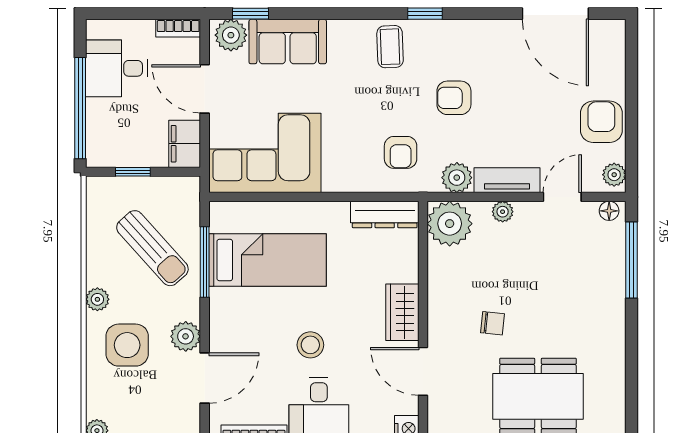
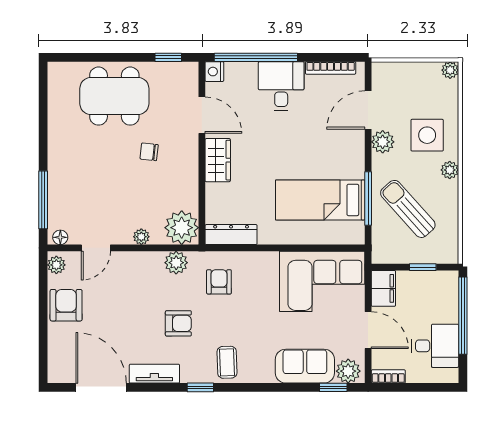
armchair: (601, 122) -> (66, 305), turned 180
tv unit: (507, 180) -> (154, 374), moved, turned 180
stool: (310, 345) -> (288, 135), removed

